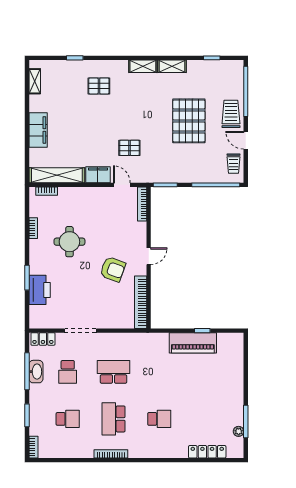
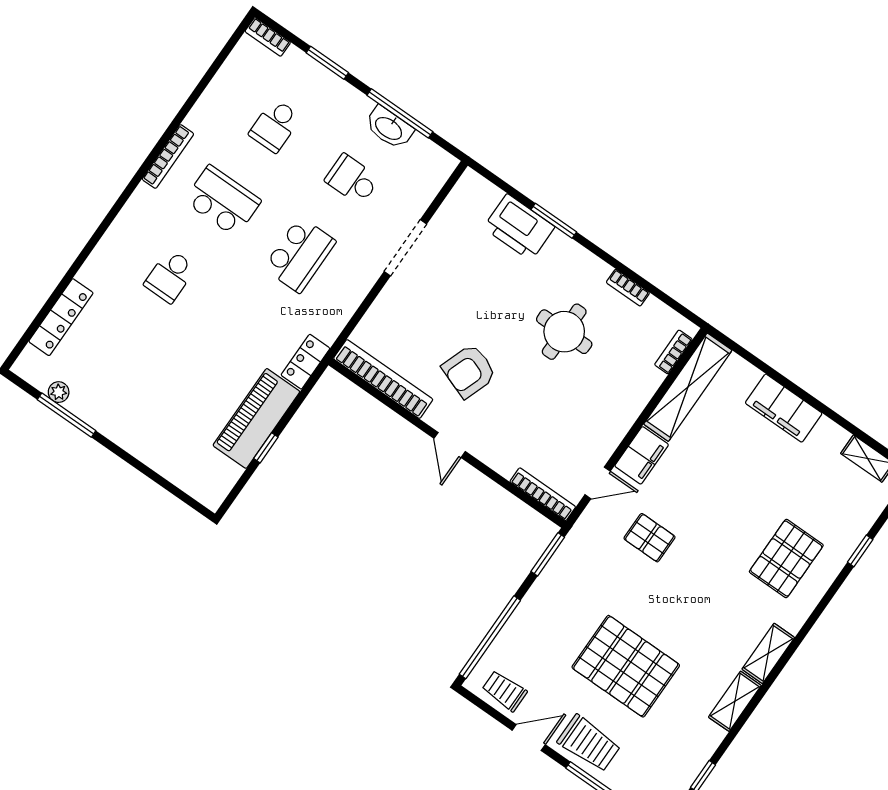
pallet: (99, 86) -> (786, 558), width x1.50, depth x1.42
pallet: (129, 148) -> (650, 538), turned 90
locker: (43, 339) -> (305, 362), moved

